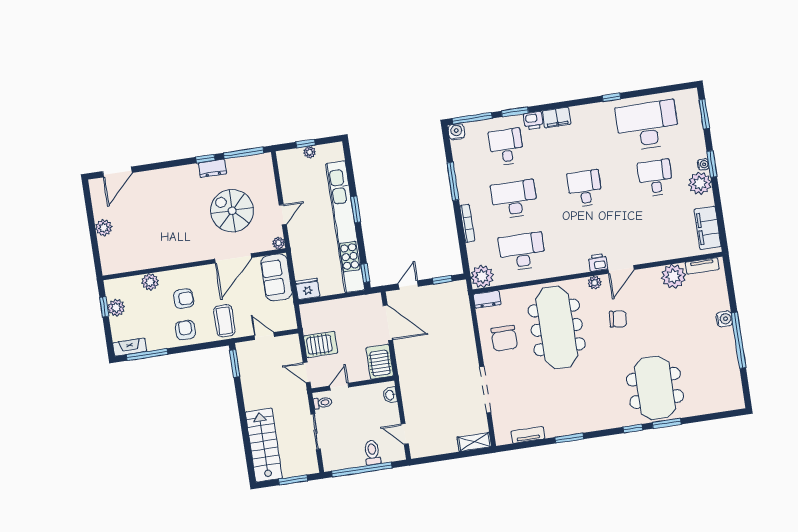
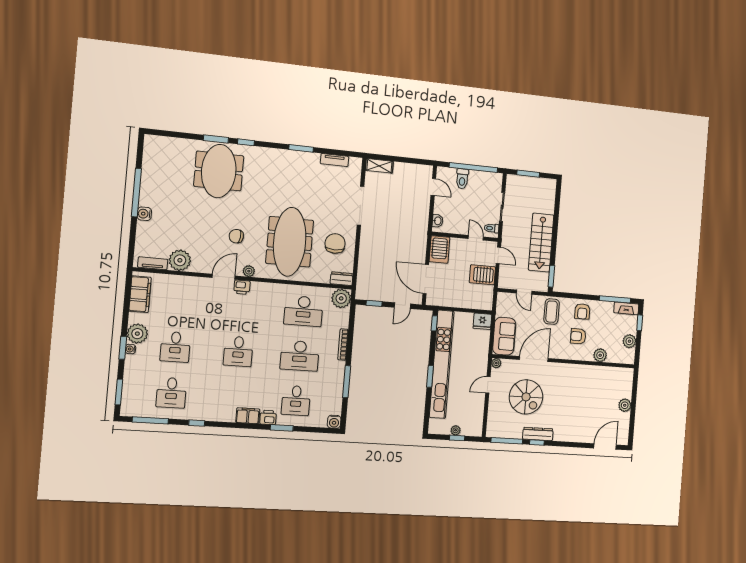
window: (472, 118) -> (150, 420), moved
desk: (647, 125) -> (171, 393), width x0.53, depth x0.77
dresser: (212, 168) -> (538, 434), width x1.44
window: (104, 307) -> (640, 323), moved
door: (339, 387) -> (476, 238), swing flipped
stairs: (264, 445) -> (541, 243), moved

